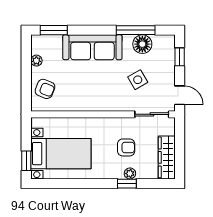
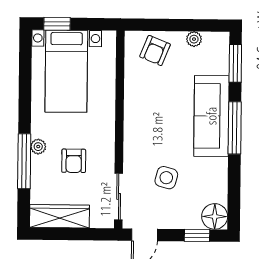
window: (136, 30) -> (235, 128), moved
floor lamp: (142, 44) -> (215, 216), moved
side table: (138, 80) -> (166, 178), turned 45
plant: (130, 173) -> (38, 147), moved
window: (127, 184) -> (24, 161), width x2.17

